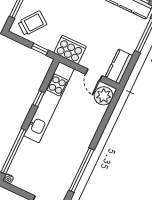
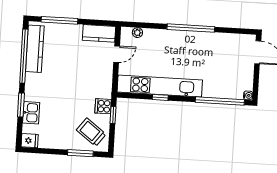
cooker: (70, 50) -> (103, 106), moved, width x0.53, depth x0.76
plant: (104, 96) -> (137, 33), width x0.53, depth x0.53
window: (81, 170) -> (191, 28), moved

